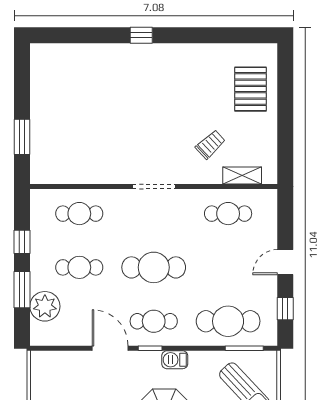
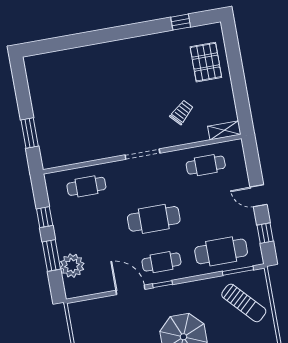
window: (141, 35) -> (181, 22), moved
shelving: (242, 176) -> (224, 130), moved
door: (285, 262) -> (259, 196), hinge flipped
cafe table: (79, 267) -> (94, 229), removed
barbecue: (175, 360) -> (184, 290), removed

